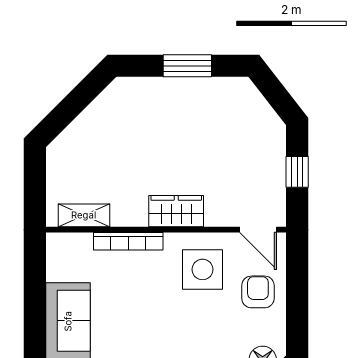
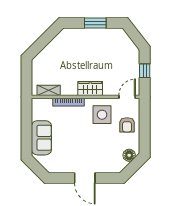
door: (258, 230) -> (127, 97), swing flipped
armchair: (258, 292) -> (127, 125), turned 180

